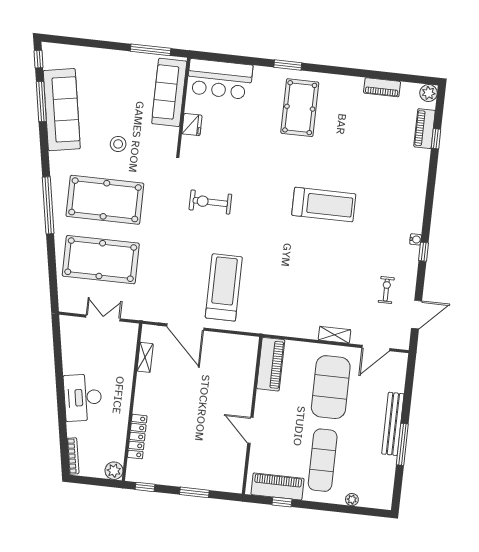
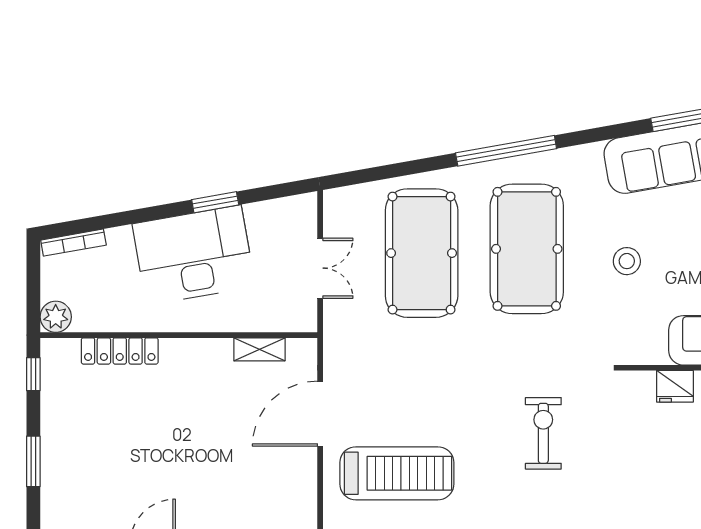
window: (59, 373) -> (215, 202), added
desk: (83, 397) -> (194, 255), width x1.36, depth x1.30

